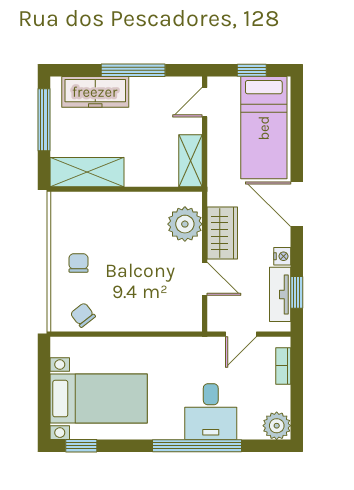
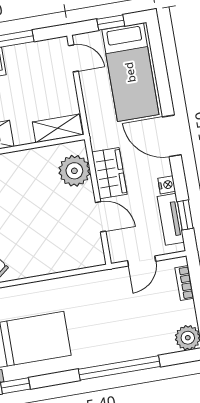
door: (205, 102) -> (73, 58), swing flipped
shelving: (190, 161) -> (58, 128), moved, turned 90
desk: (211, 412) -> (126, 335), removed

